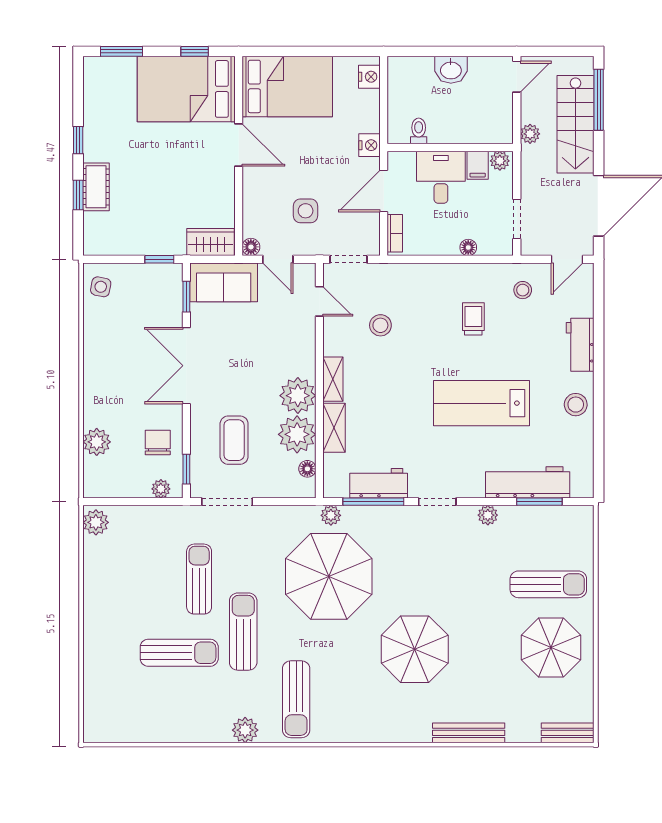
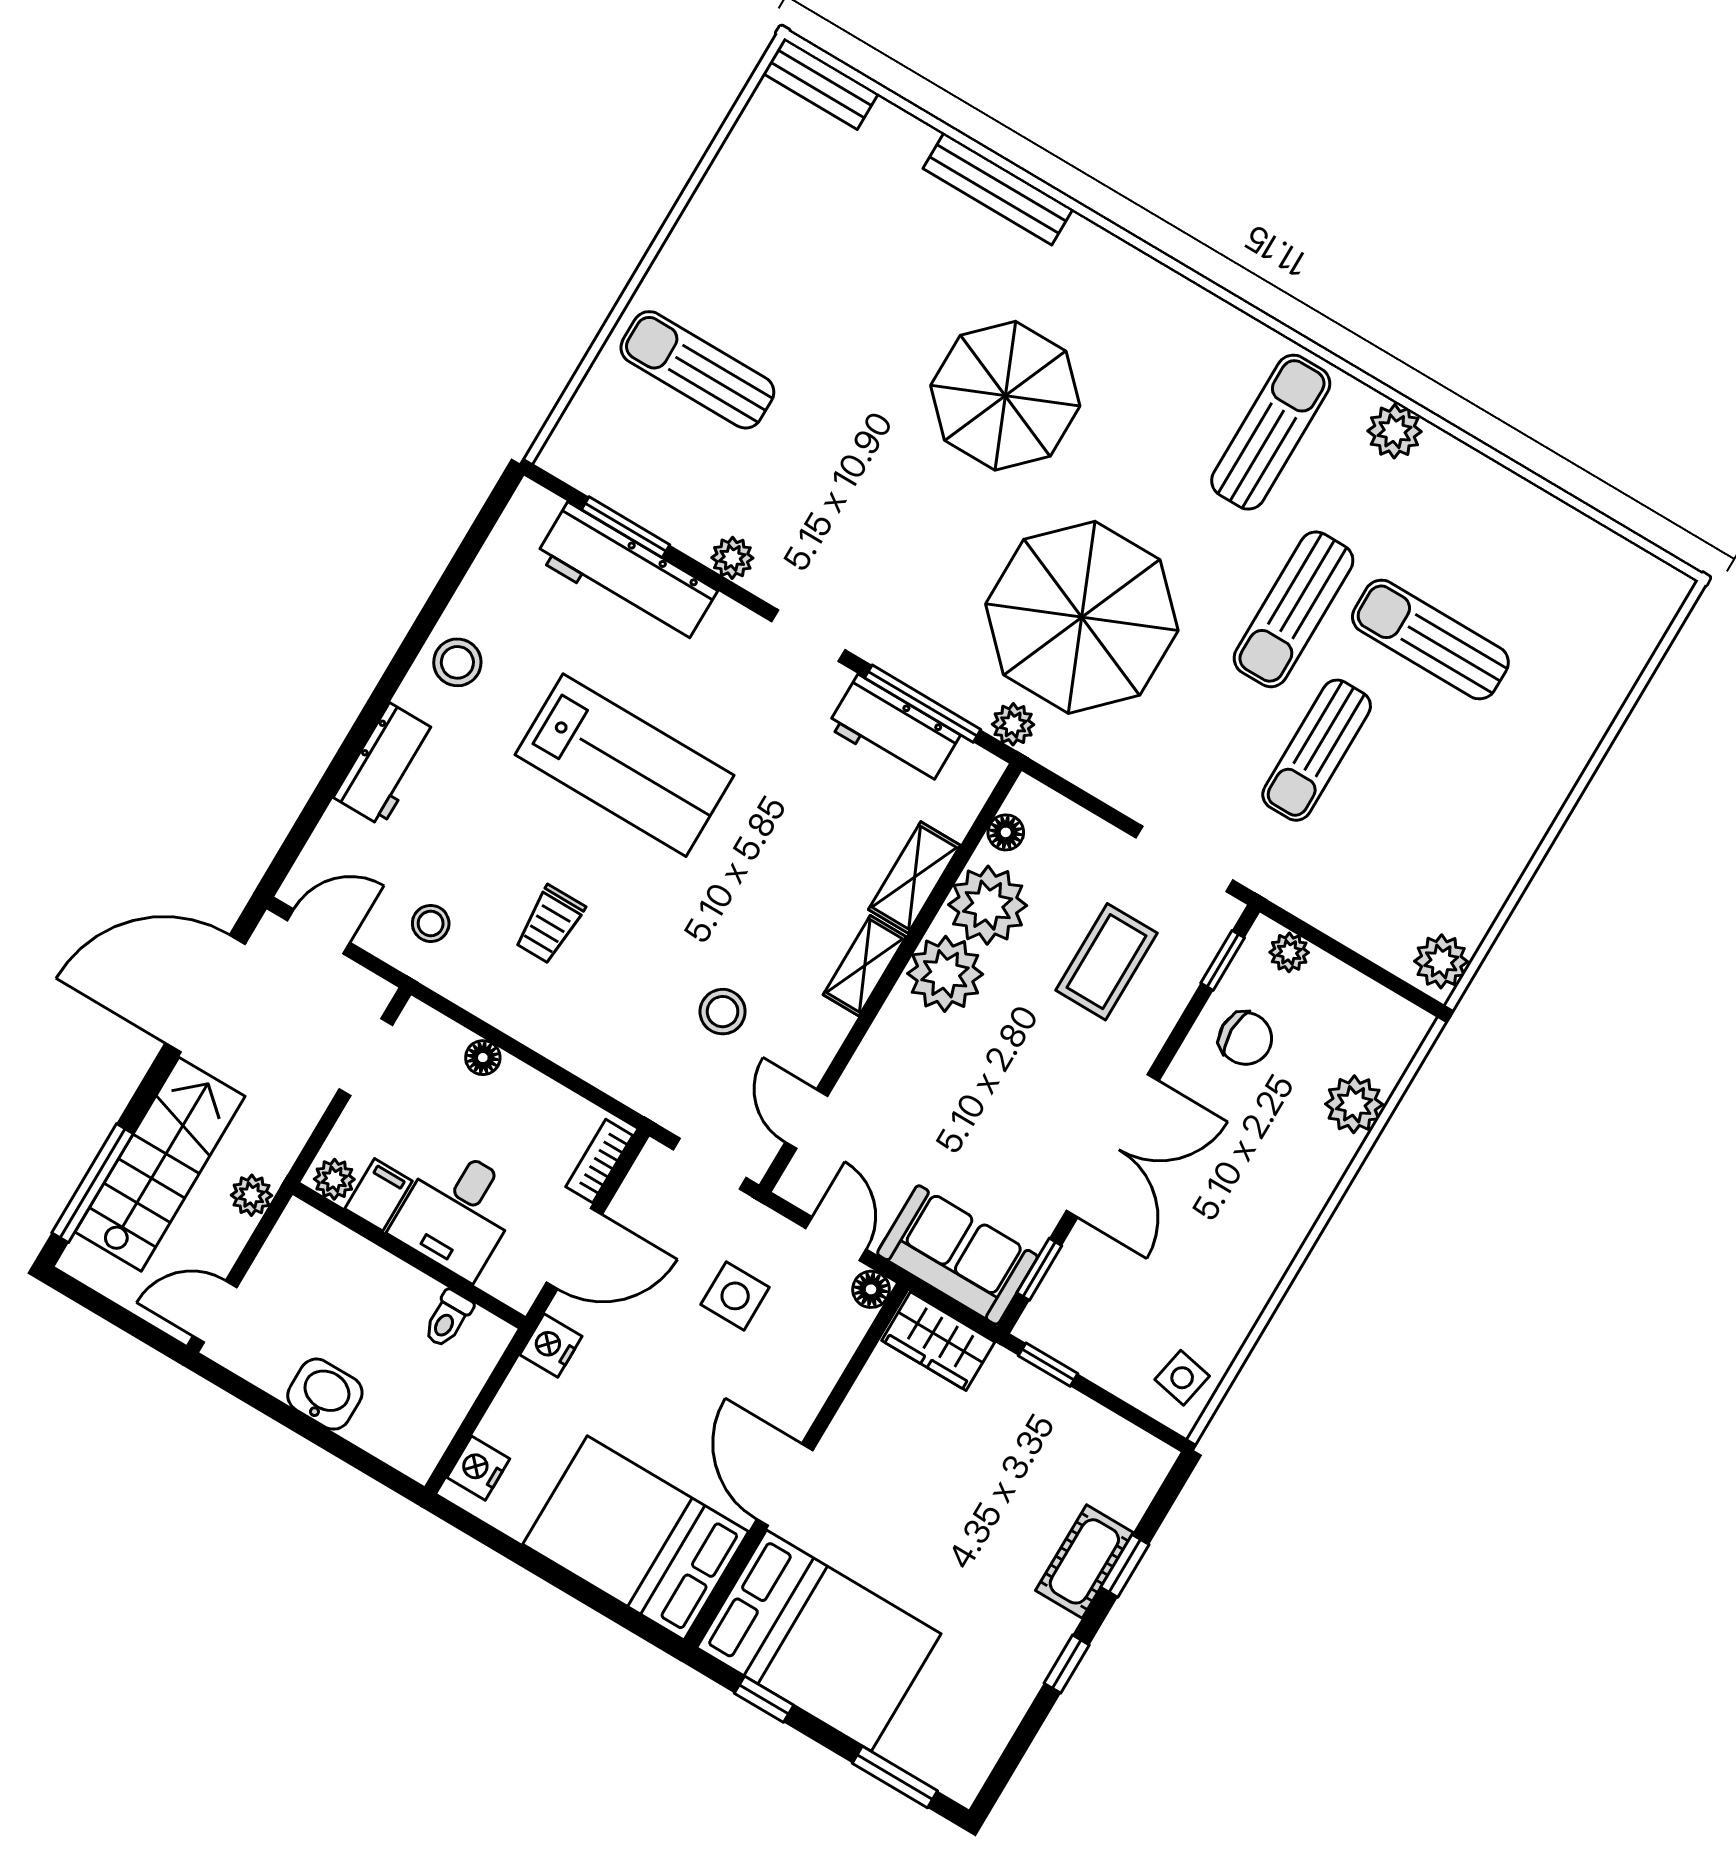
chair: (158, 443) -> (1245, 1038), turned -90
parasol: (551, 647) -> (760, 254), removed

